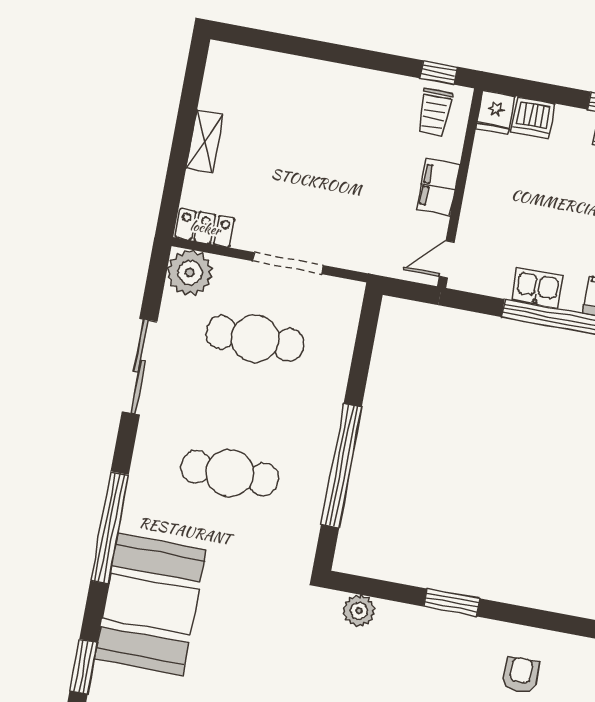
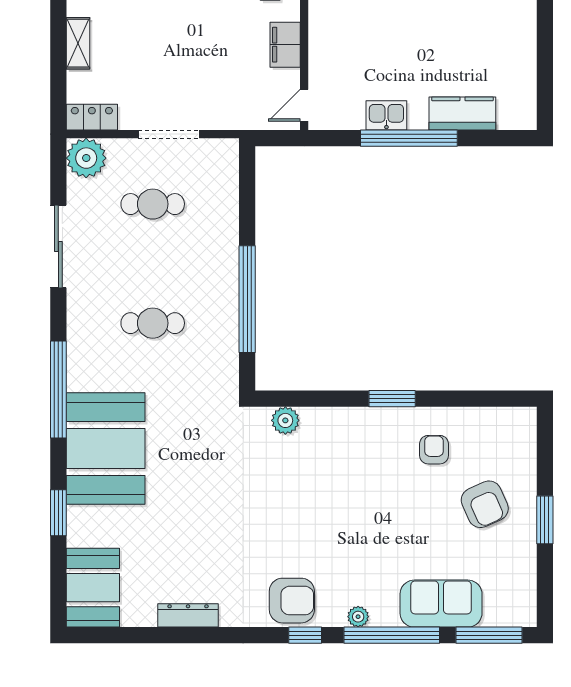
cafe table: (255, 339) -> (153, 204), width x0.73, depth x0.74
cafe table: (230, 473) -> (153, 323), width x0.73, depth x0.74
window: (452, 602) -> (392, 399), moved

